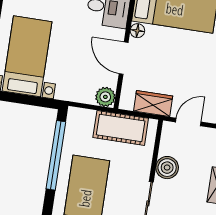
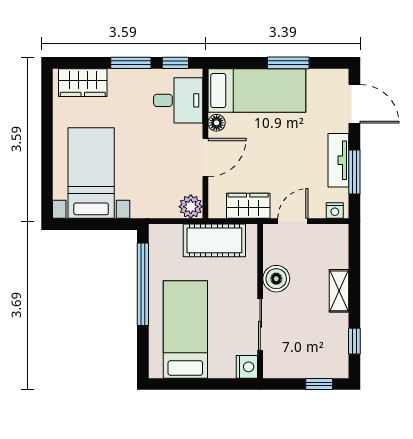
door: (124, 58) -> (205, 158), swing flipped

